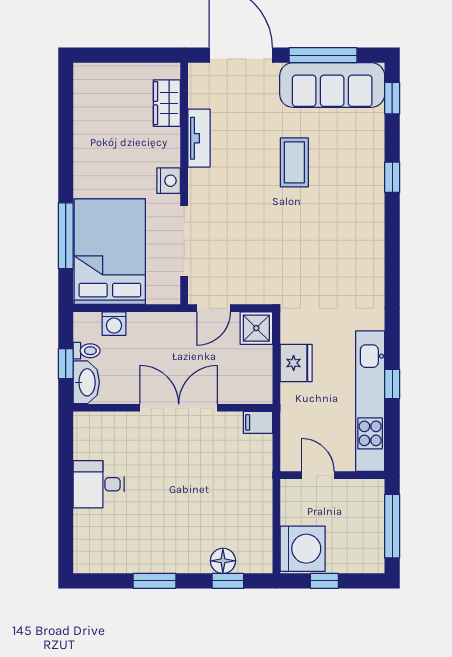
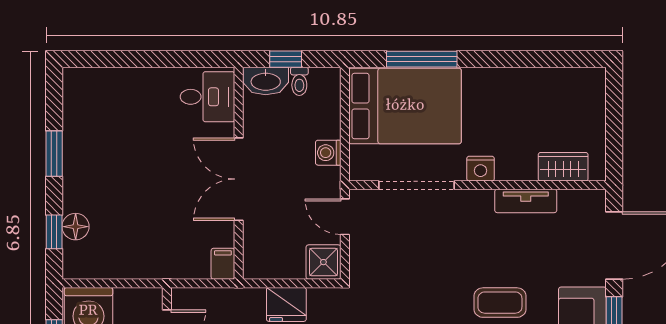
washing machine: (114, 324) -> (328, 153), moved
double door: (179, 408) -> (239, 179), swing flipped
desk: (99, 484) -> (207, 97), moved, turned 90

